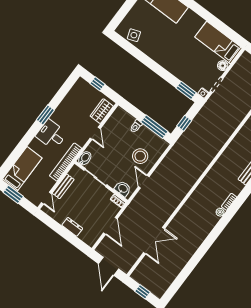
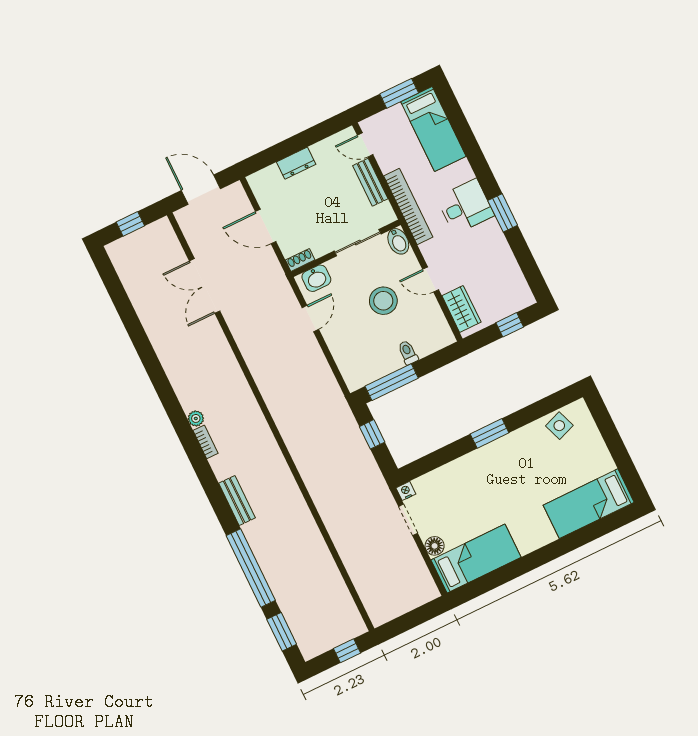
window: (186, 90) -> (490, 433), moved
stool: (140, 156) -> (383, 301), moved
door: (144, 182) -> (310, 319), hinge flipped

